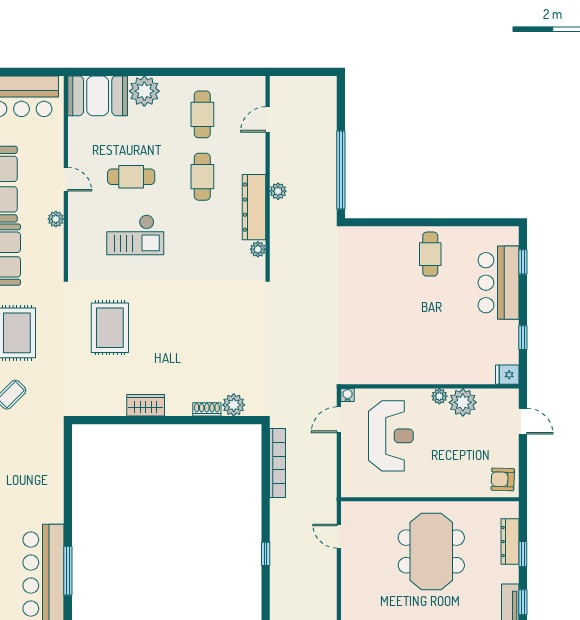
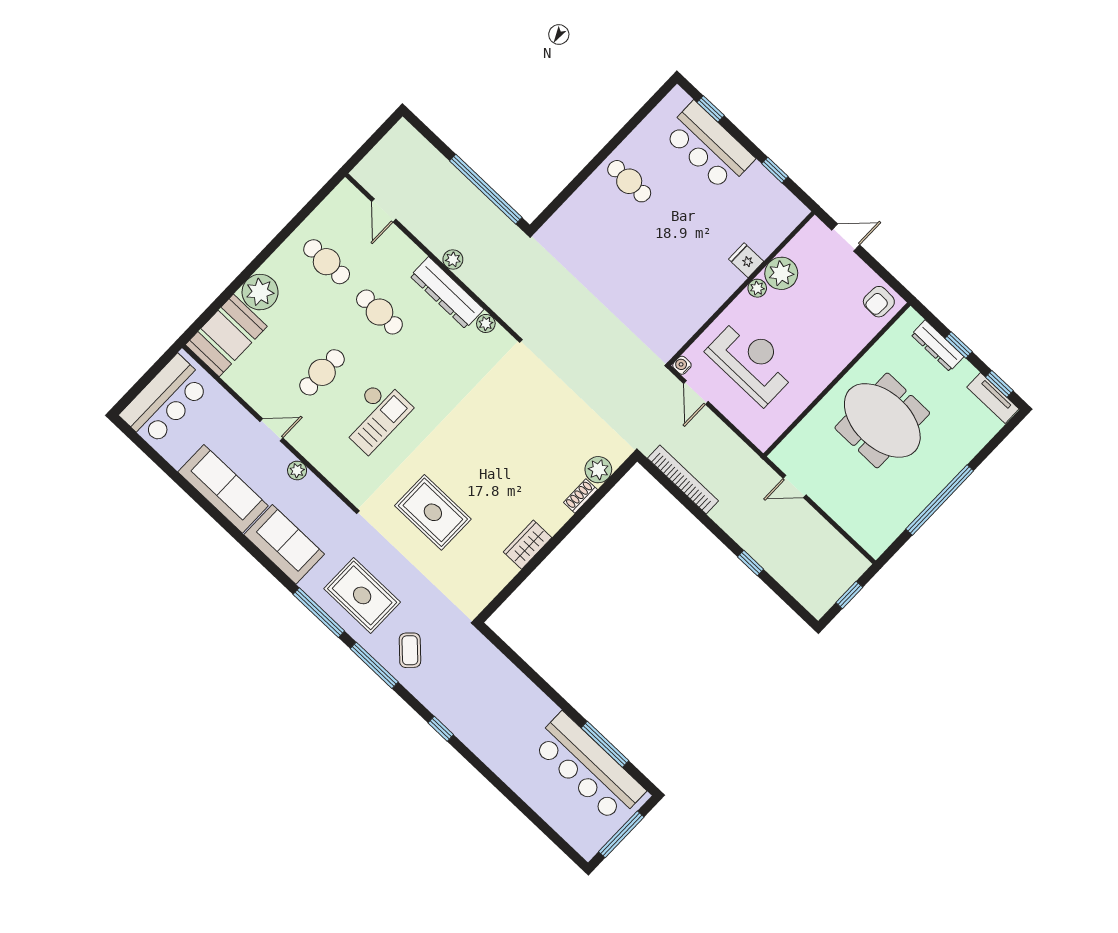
fridge: (507, 375) -> (746, 260), moved, turned 90

